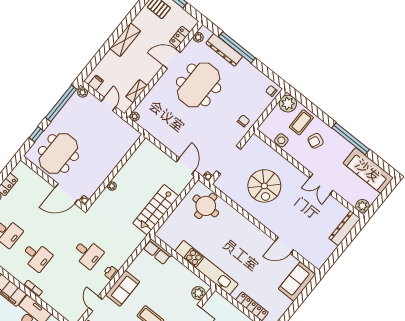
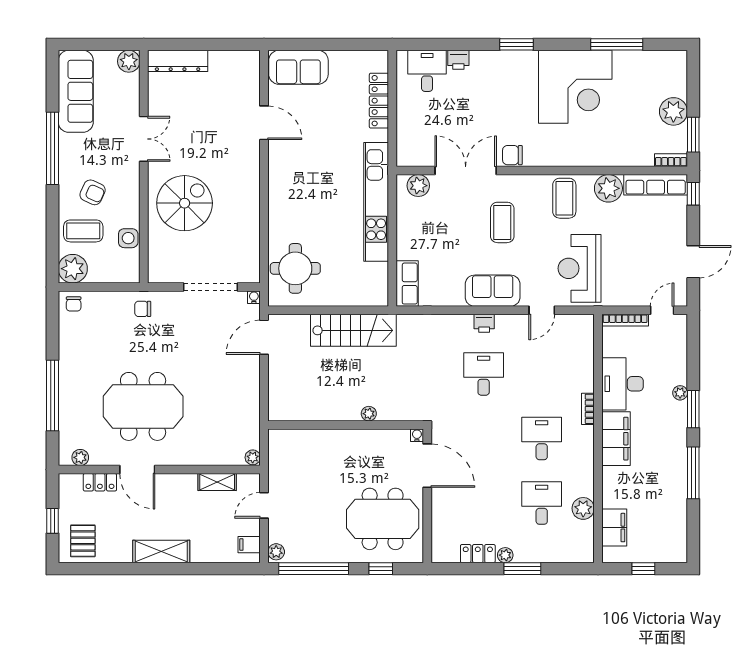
dresser: (224, 50) -> (69, 410), removed
spiral stairs: (264, 186) -> (185, 203), moved

